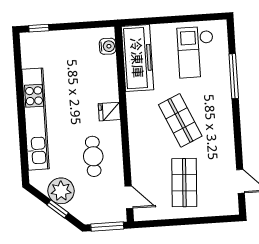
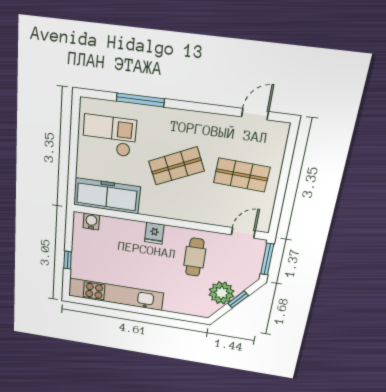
window: (39, 28) -> (68, 260), moved
checkout: (196, 52) -> (109, 136), turned 180
kitchen unit: (36, 119) -> (115, 294), moved
cafe table: (93, 156) -> (195, 257), turned 90

